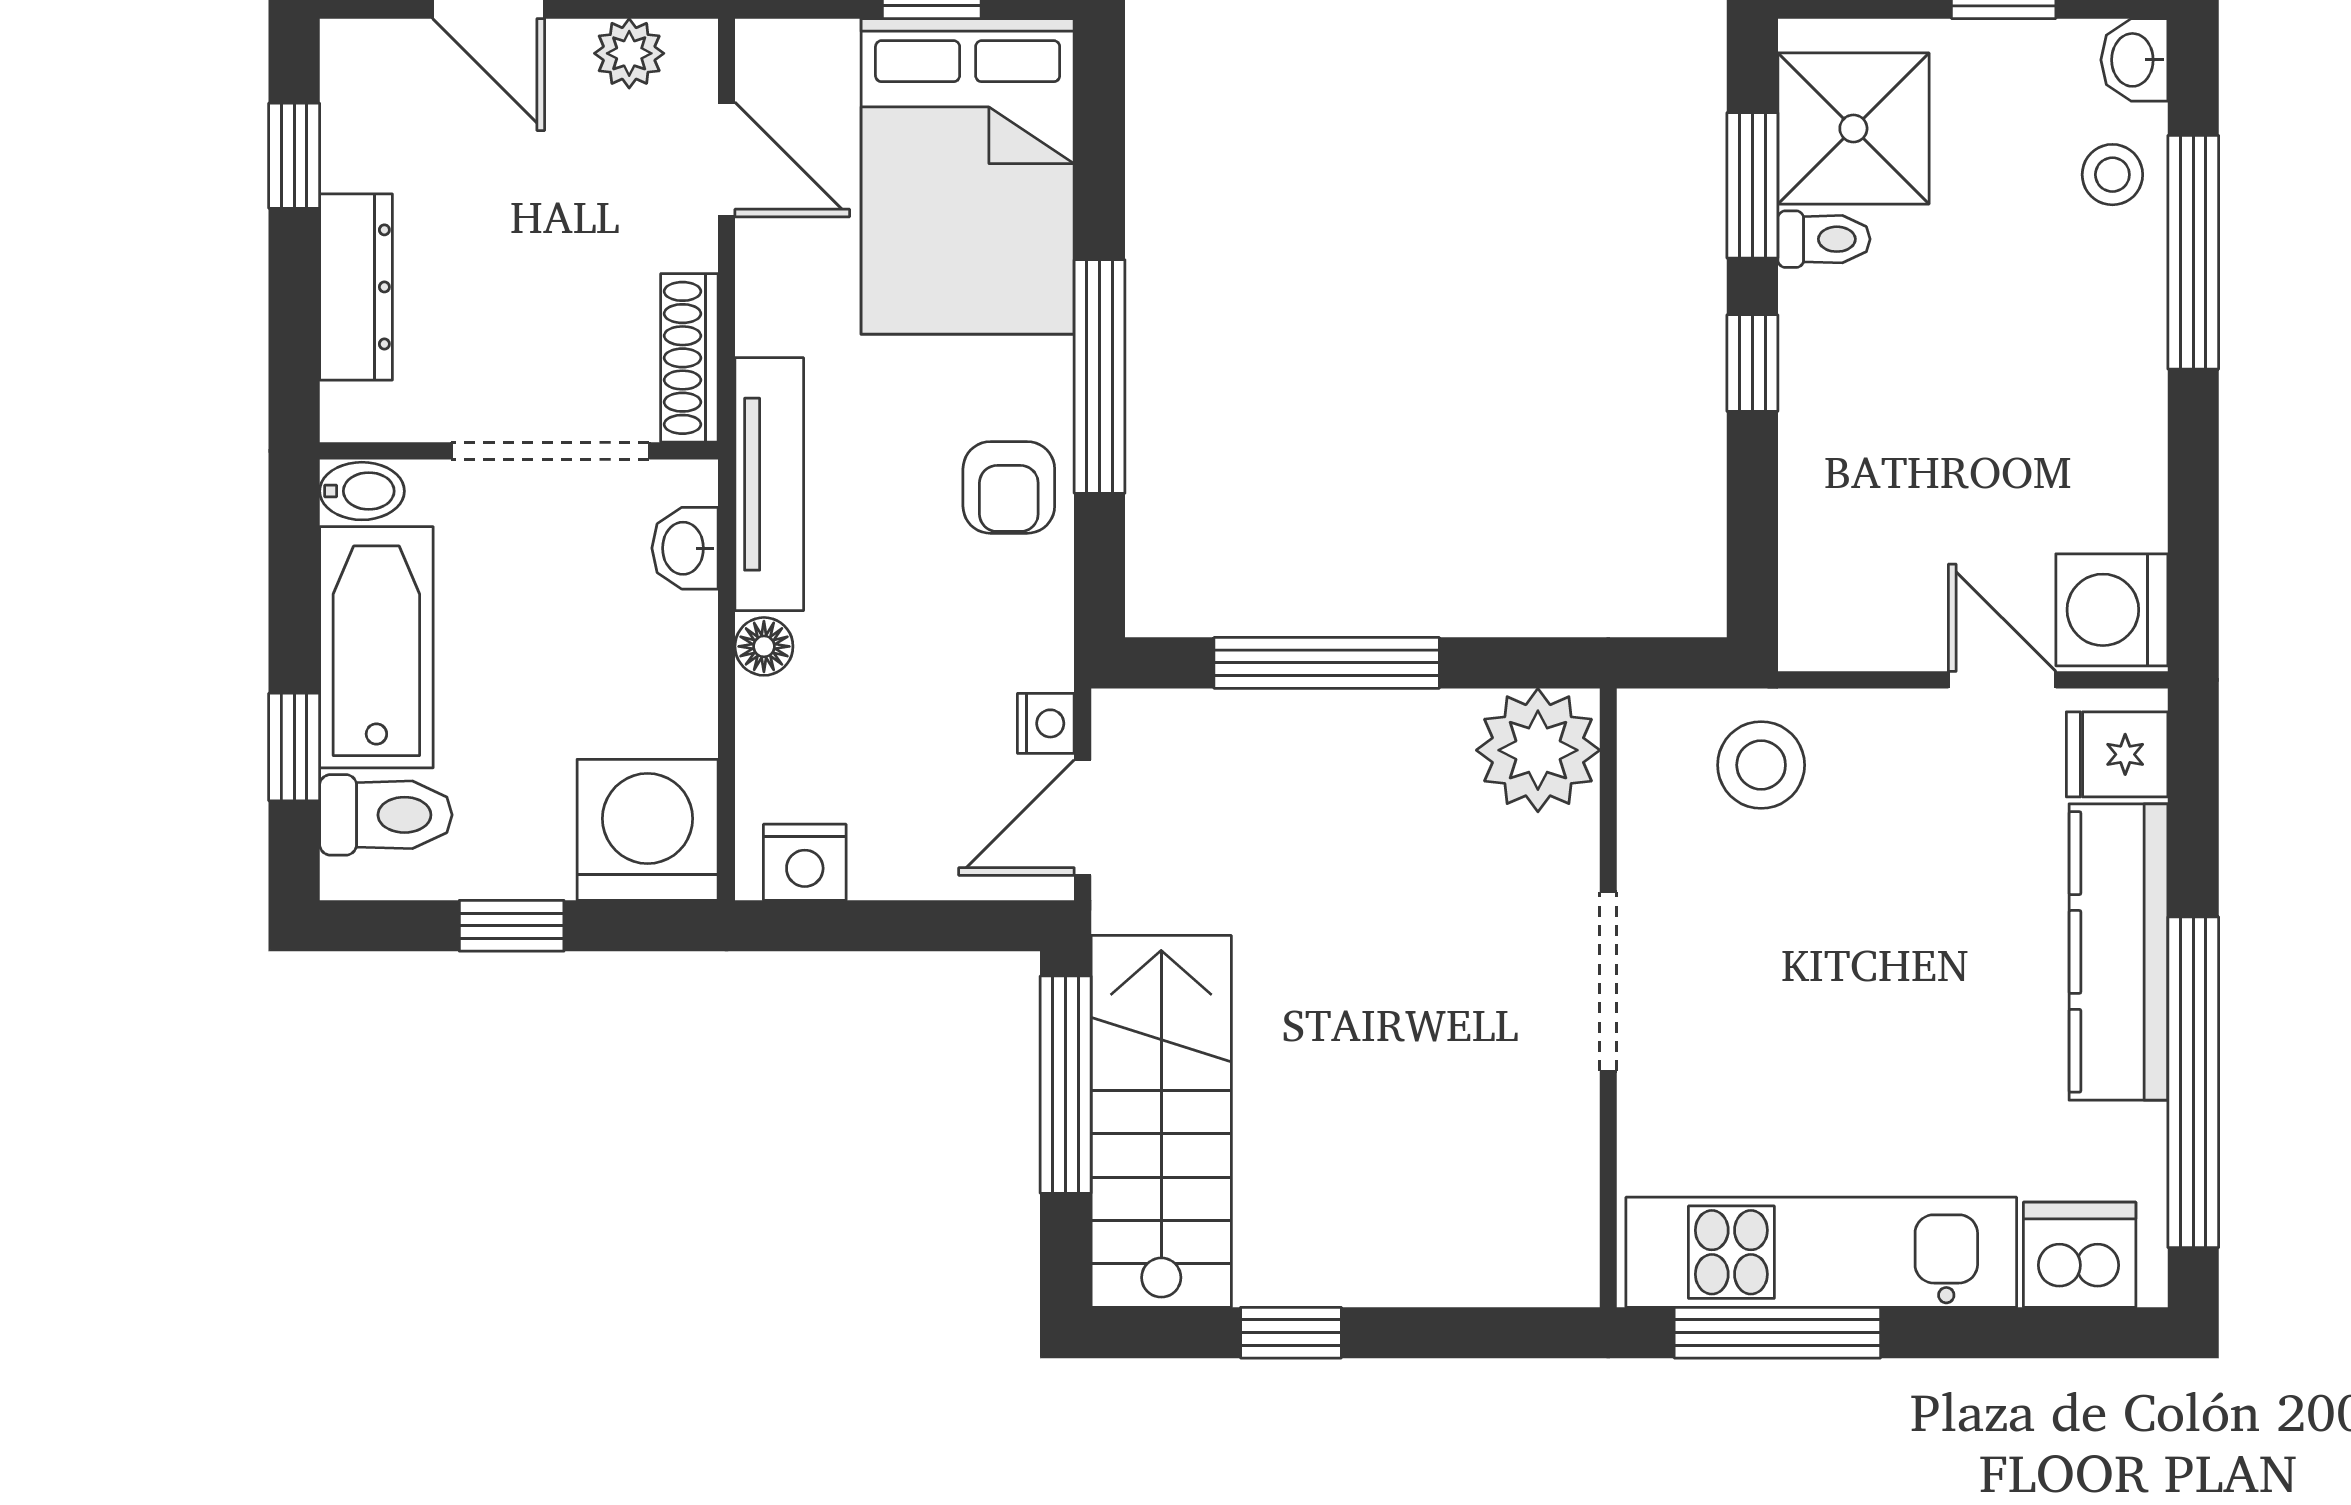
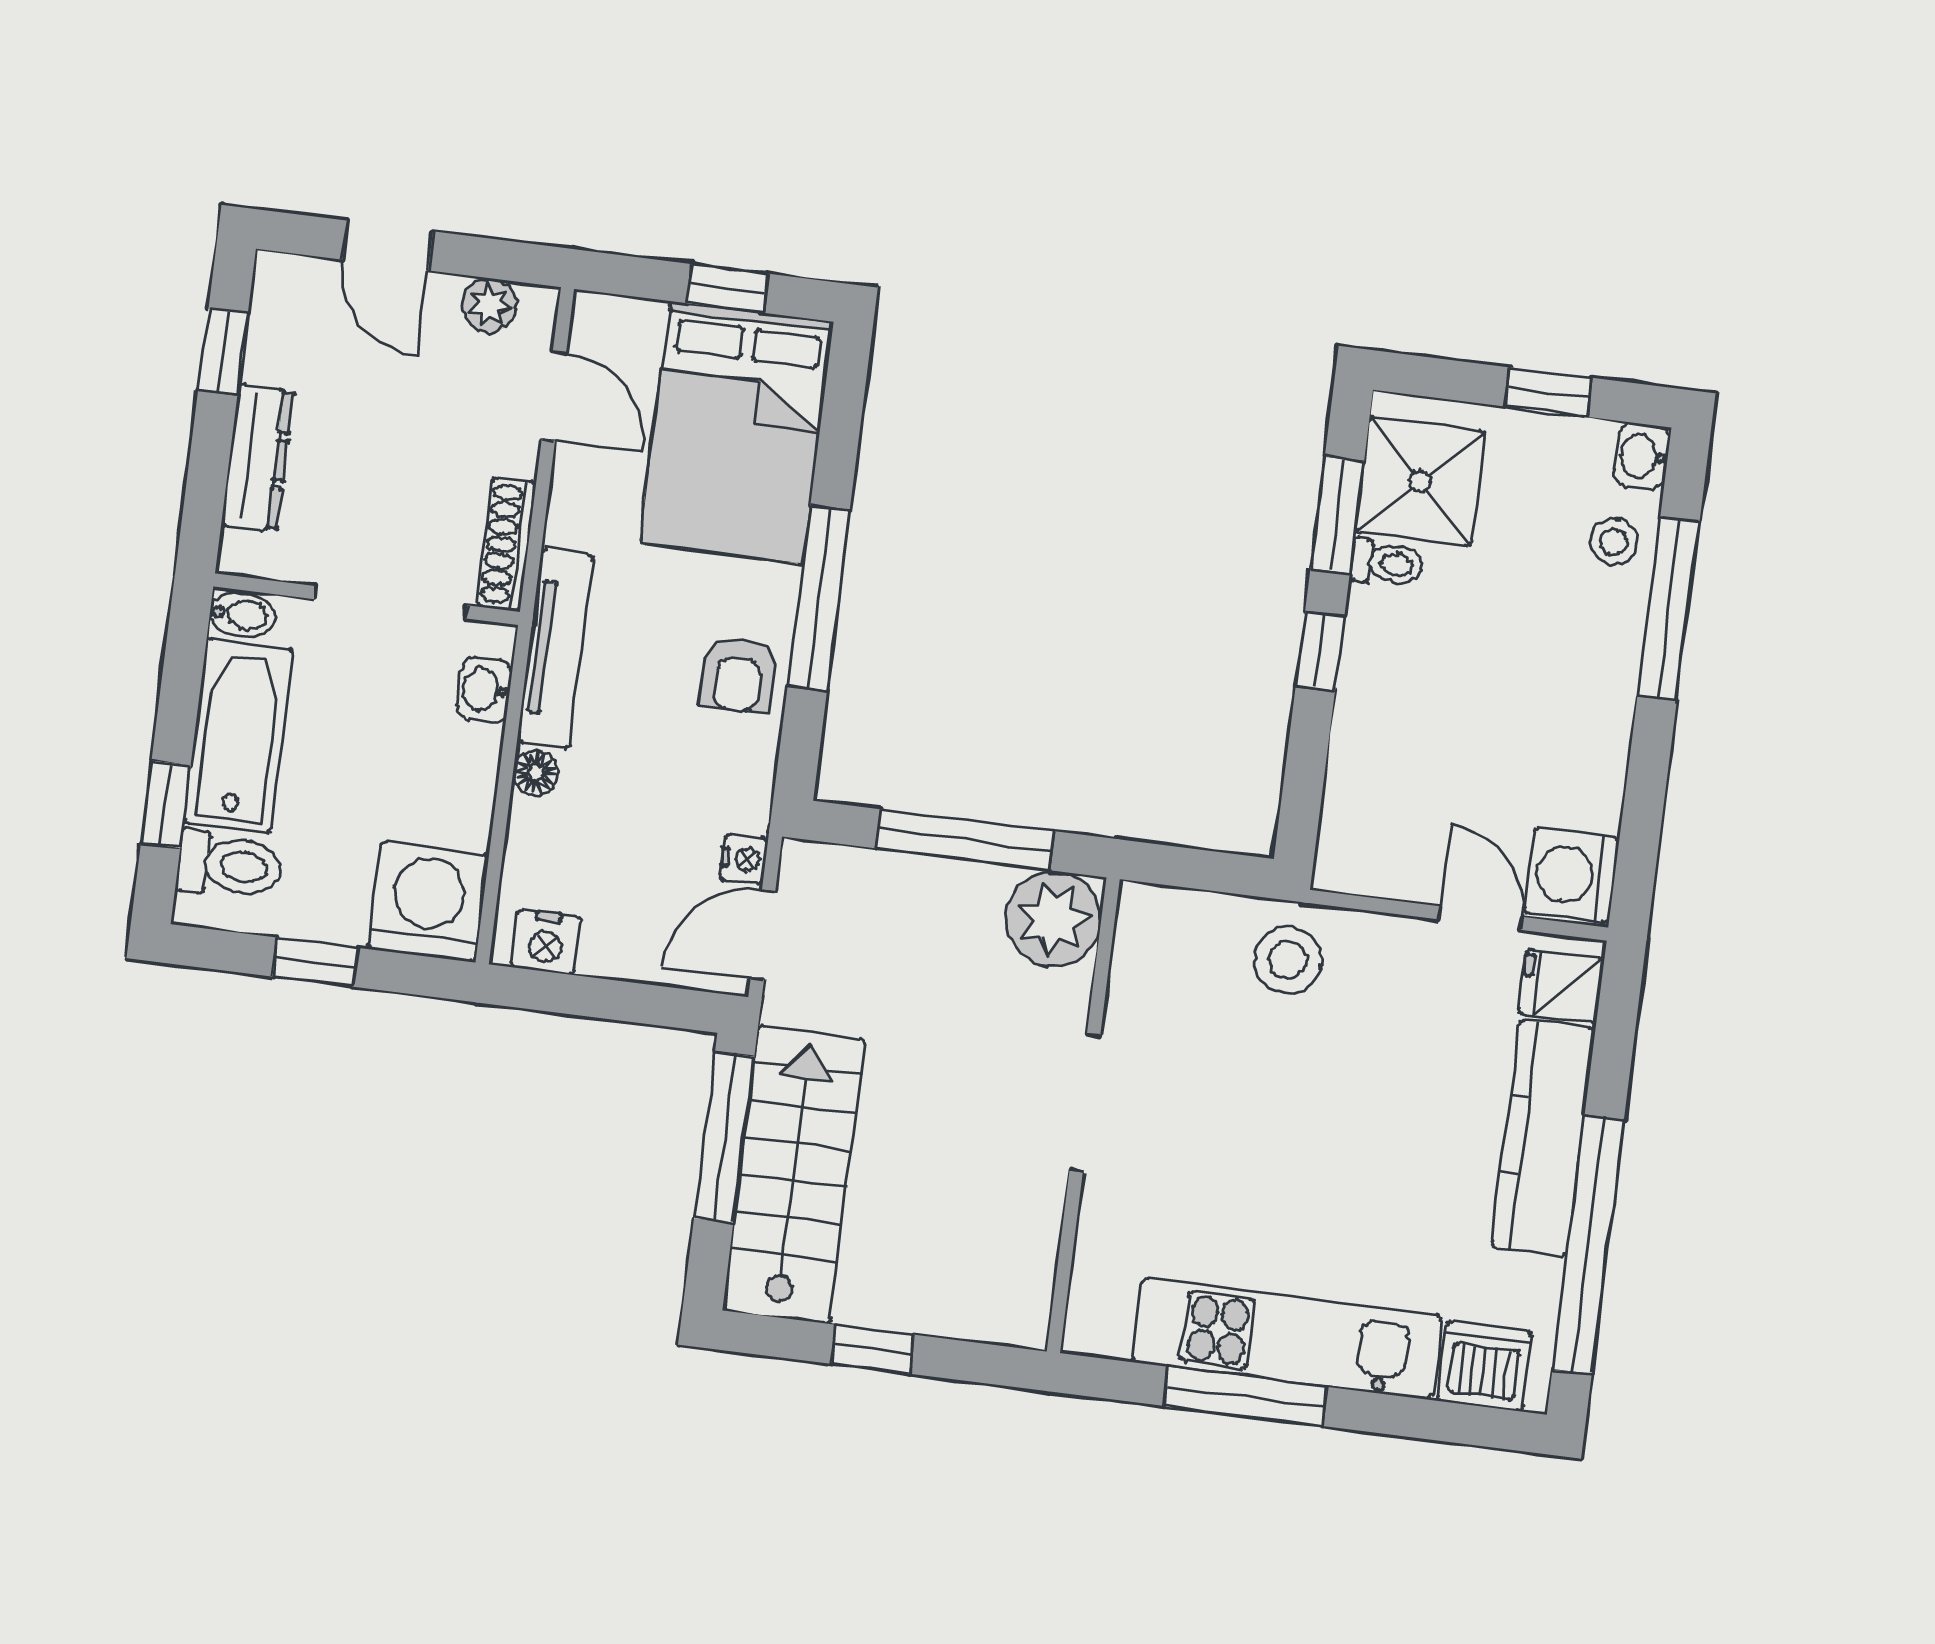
plant: (1538, 750) -> (1053, 919), moved
doorway: (1608, 982) -> (1085, 1103), moved
wall: (1608, 998) -> (1083, 1115), moved

